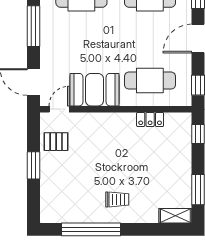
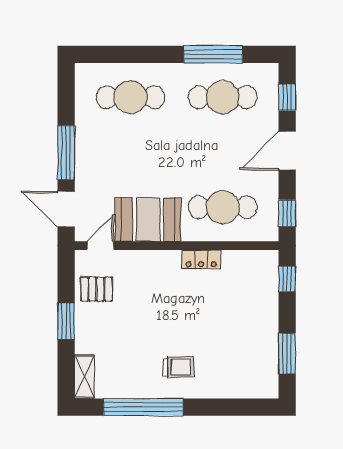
window: (33, 26) -> (66, 153), moved
locker: (150, 119) -> (201, 259), moved
shelving: (175, 216) -> (84, 377), moved, turned 90

